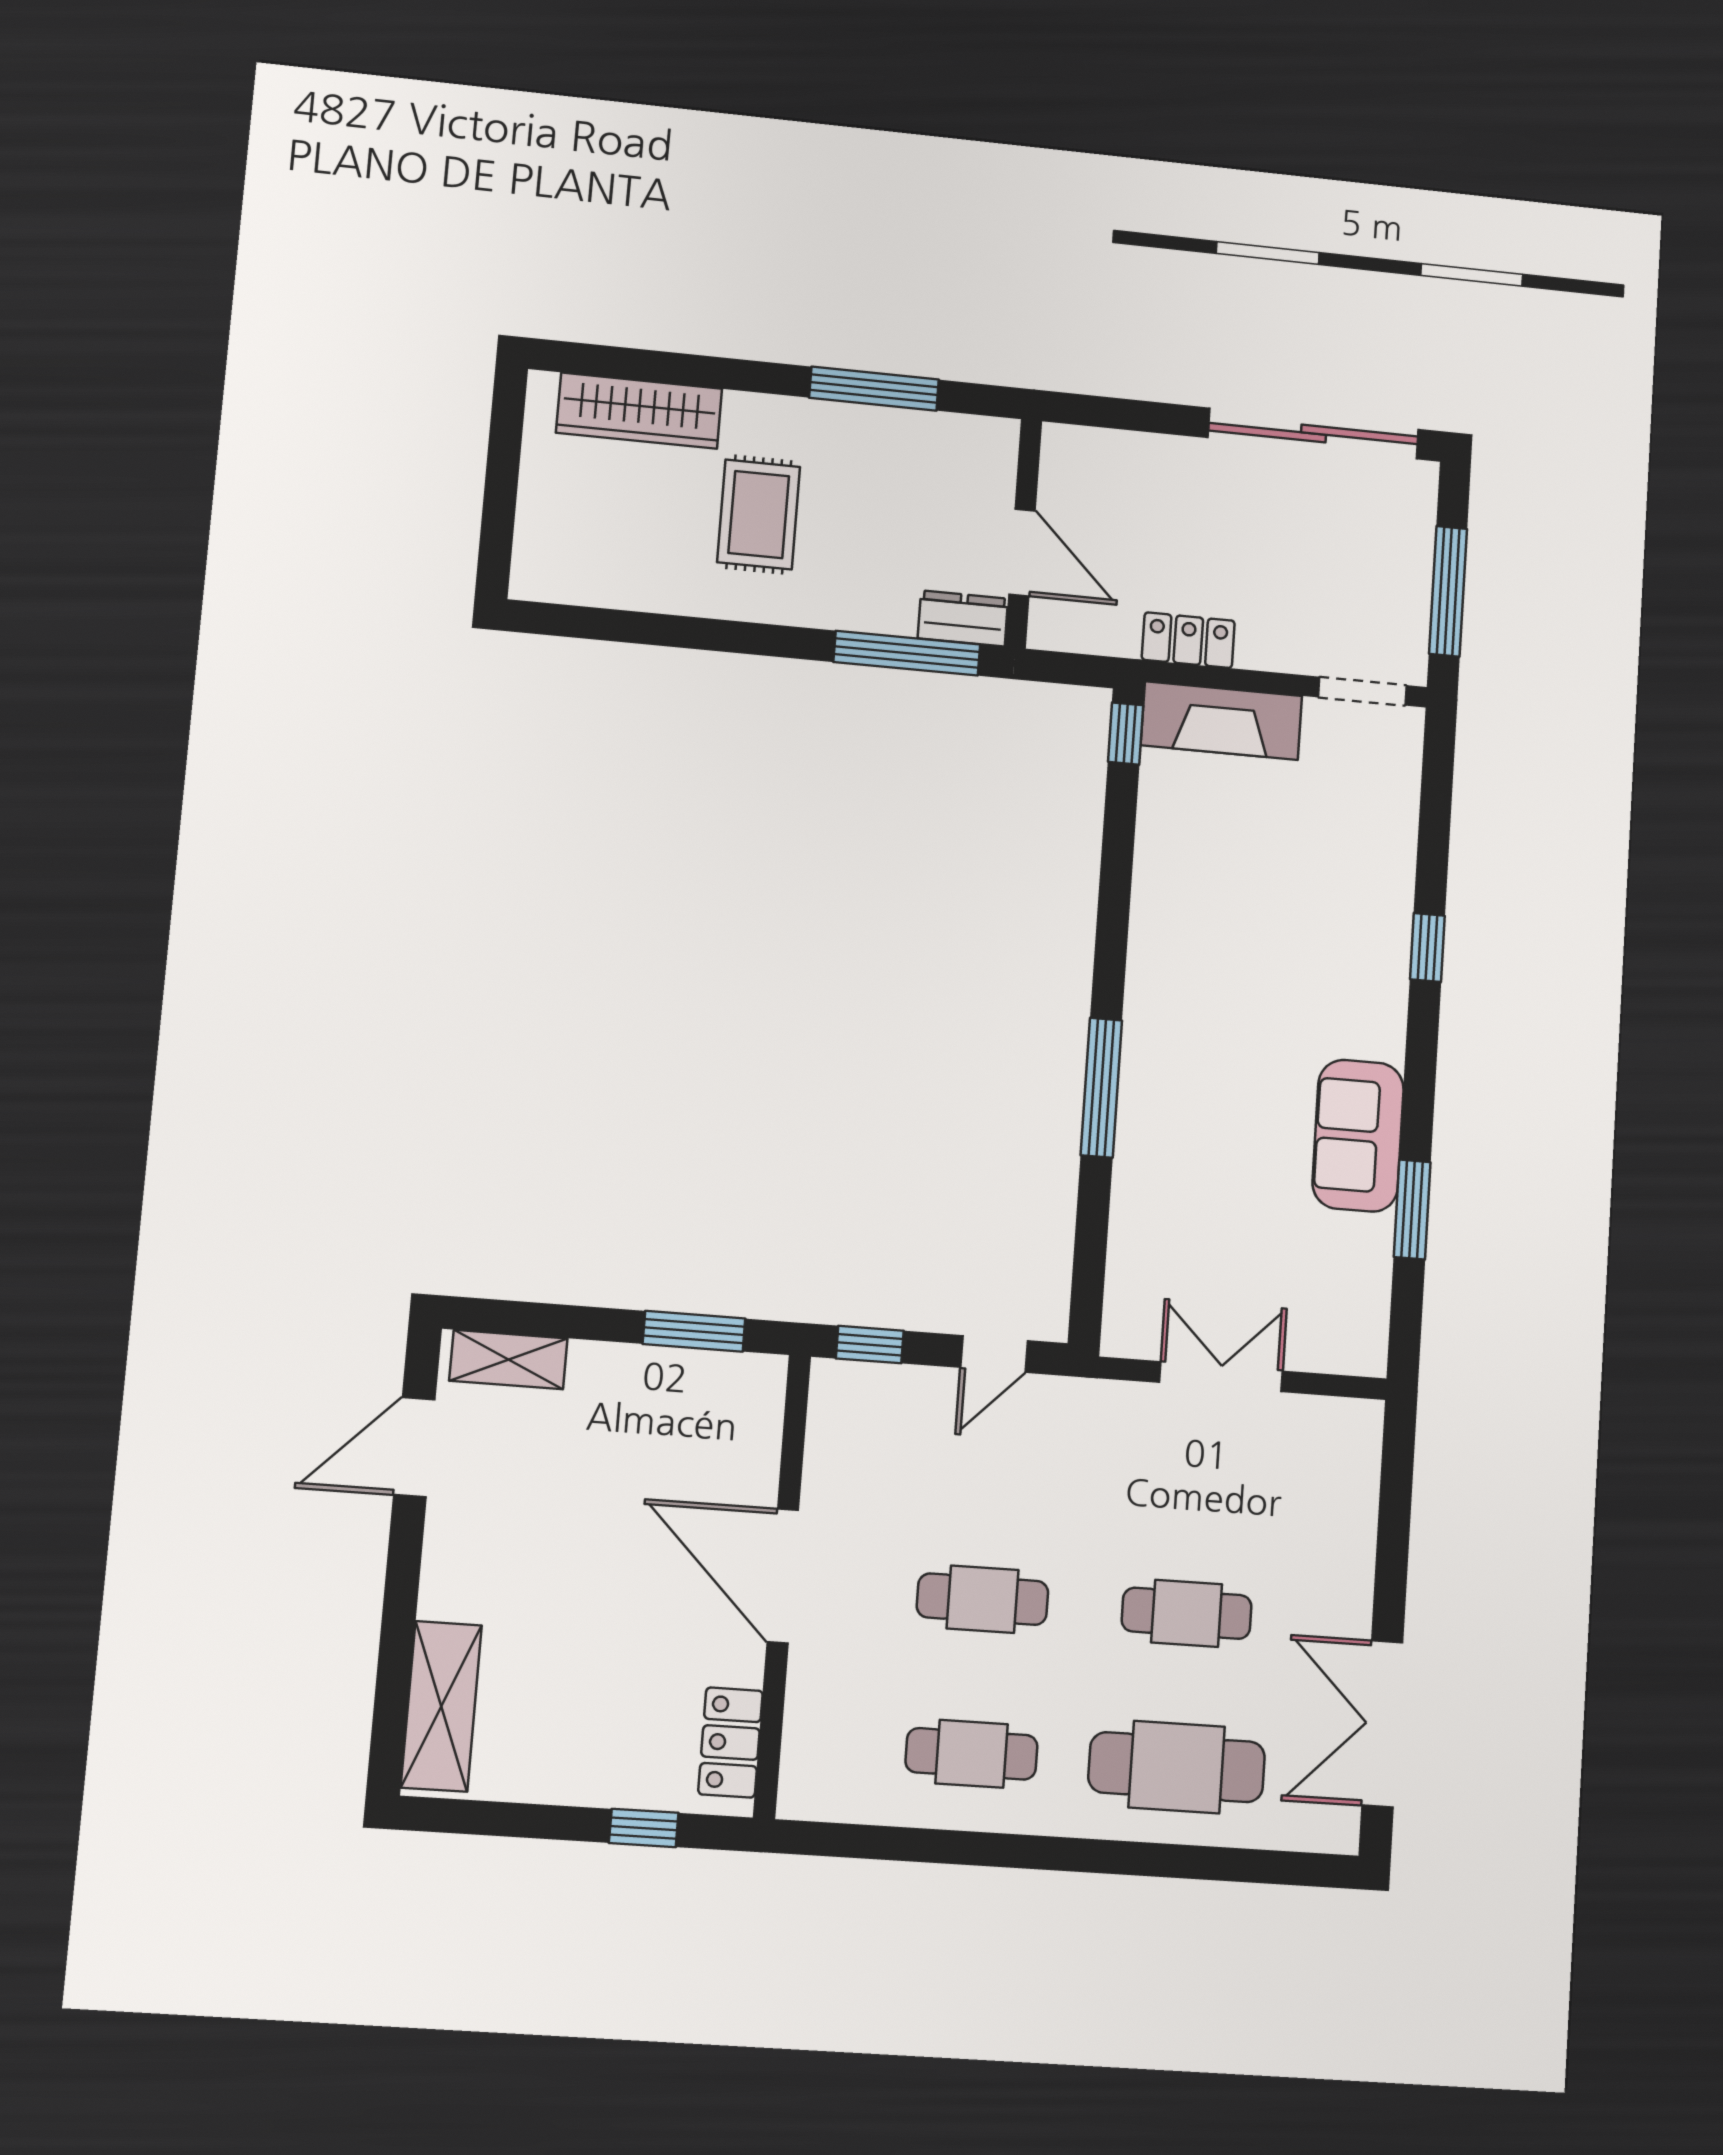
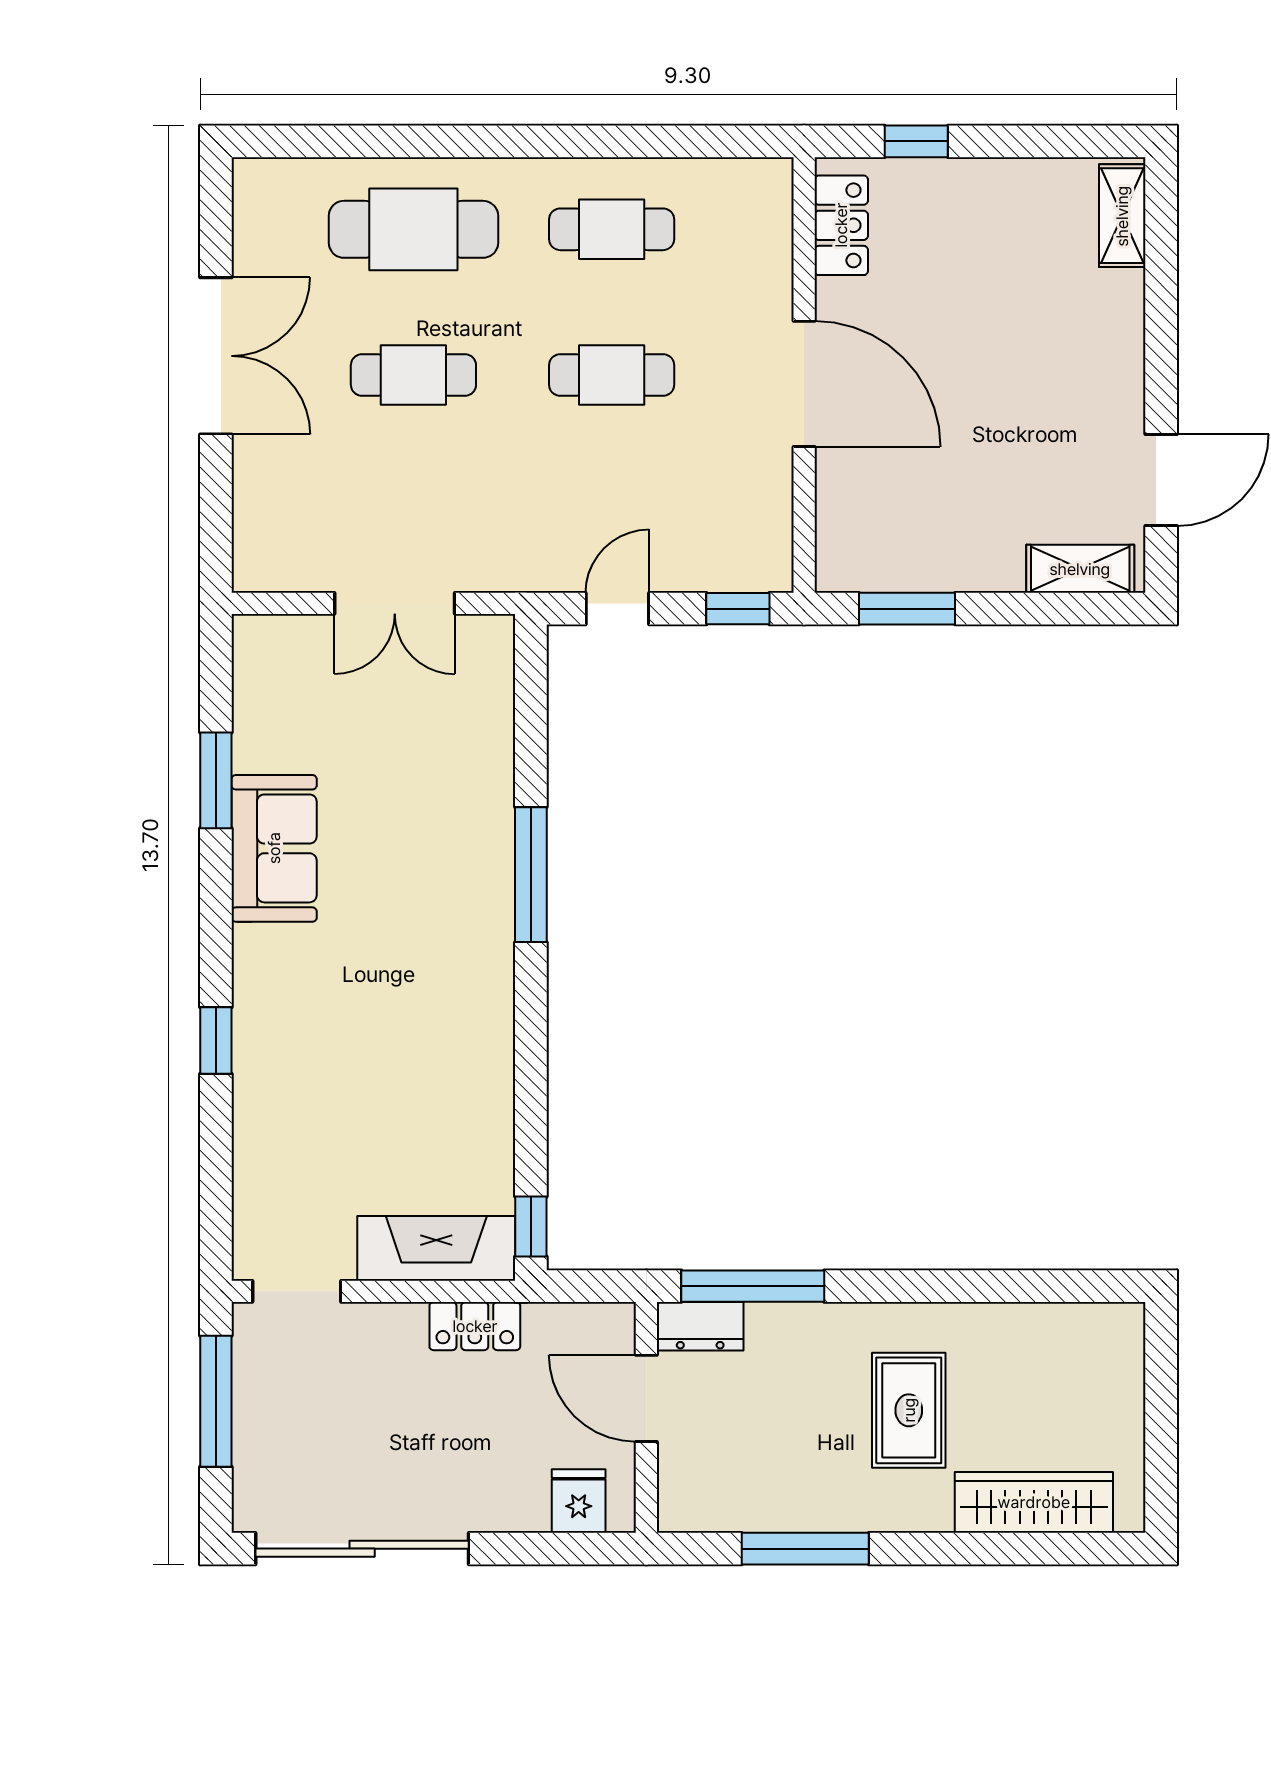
fridge: (1097, 458) -> (579, 1501), added
shelving: (441, 1706) -> (1122, 216), width x0.67, depth x0.75
double door: (1382, 1724) -> (216, 356), moved

